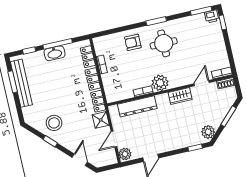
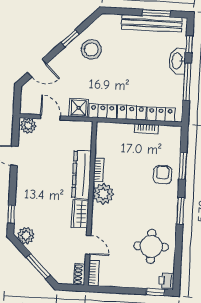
window: (201, 11) -> (183, 166), moved
round table: (164, 43) -> (151, 246), moved
washbasin: (55, 53) -> (177, 61), moved
dresser: (137, 106) -> (81, 175), moved

